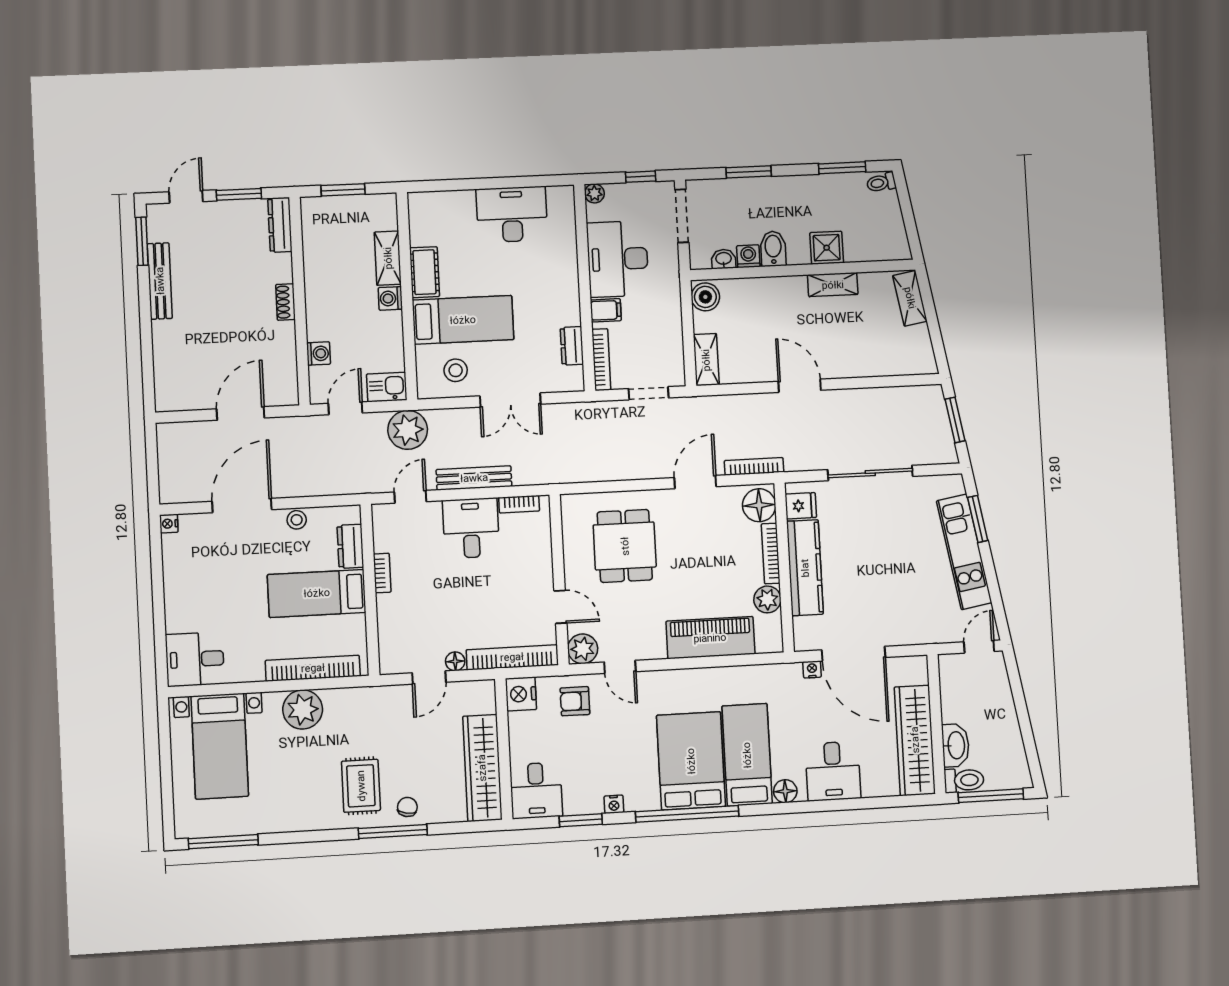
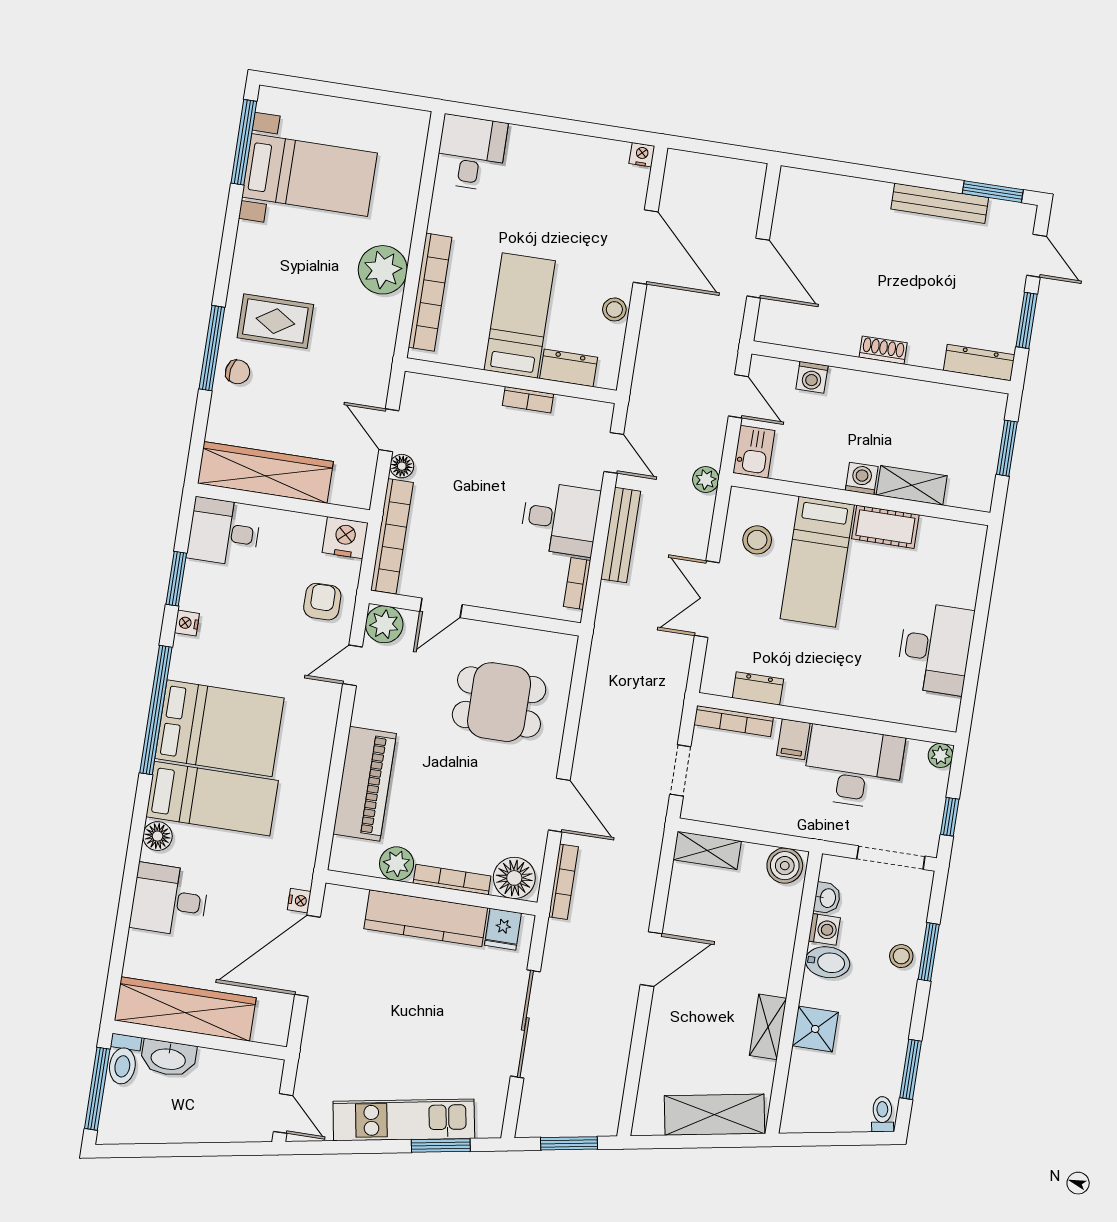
stool: (756, 193) -> (901, 956), added
shelving: (910, 298) -> (715, 1115), width x1.50, depth x1.33
plant: (408, 430) -> (706, 480), width x0.53, depth x0.53
bed with nightstands: (220, 746) -> (310, 175), moved, turned 180

